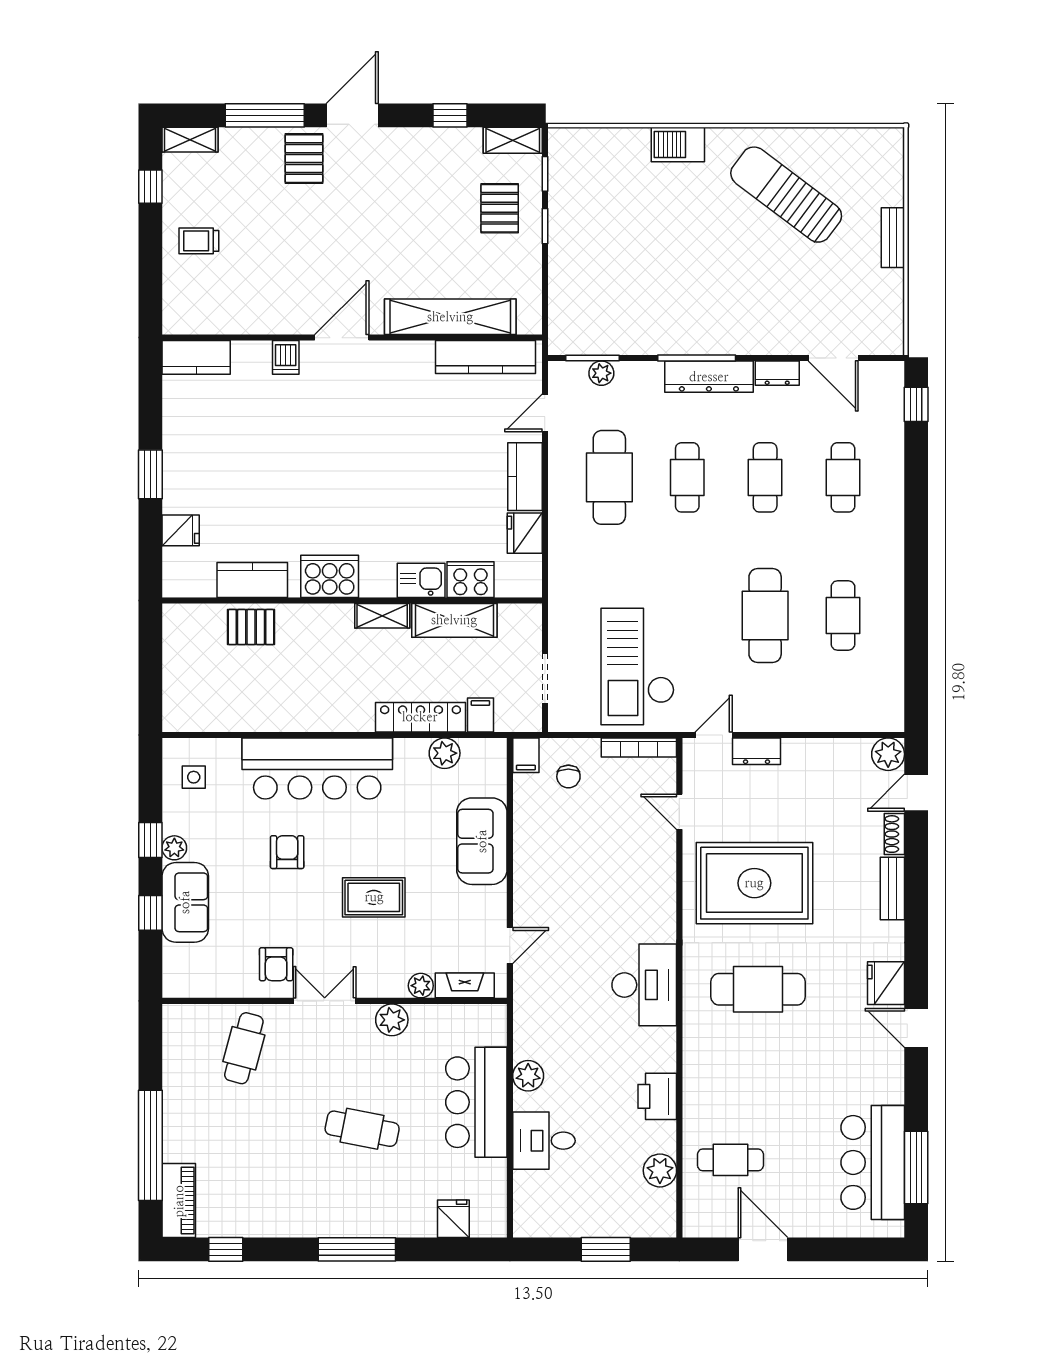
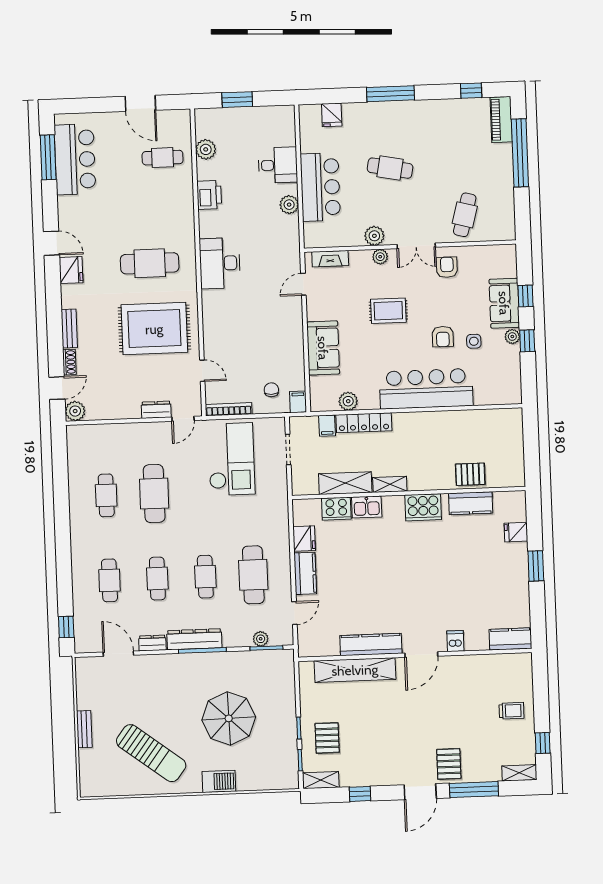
parasol: (658, 246) -> (229, 718), added
kitchen counter: (486, 357) -> (371, 645), moved
side table: (194, 777) -> (474, 341), moved
plant: (421, 986) -> (380, 257), moved

